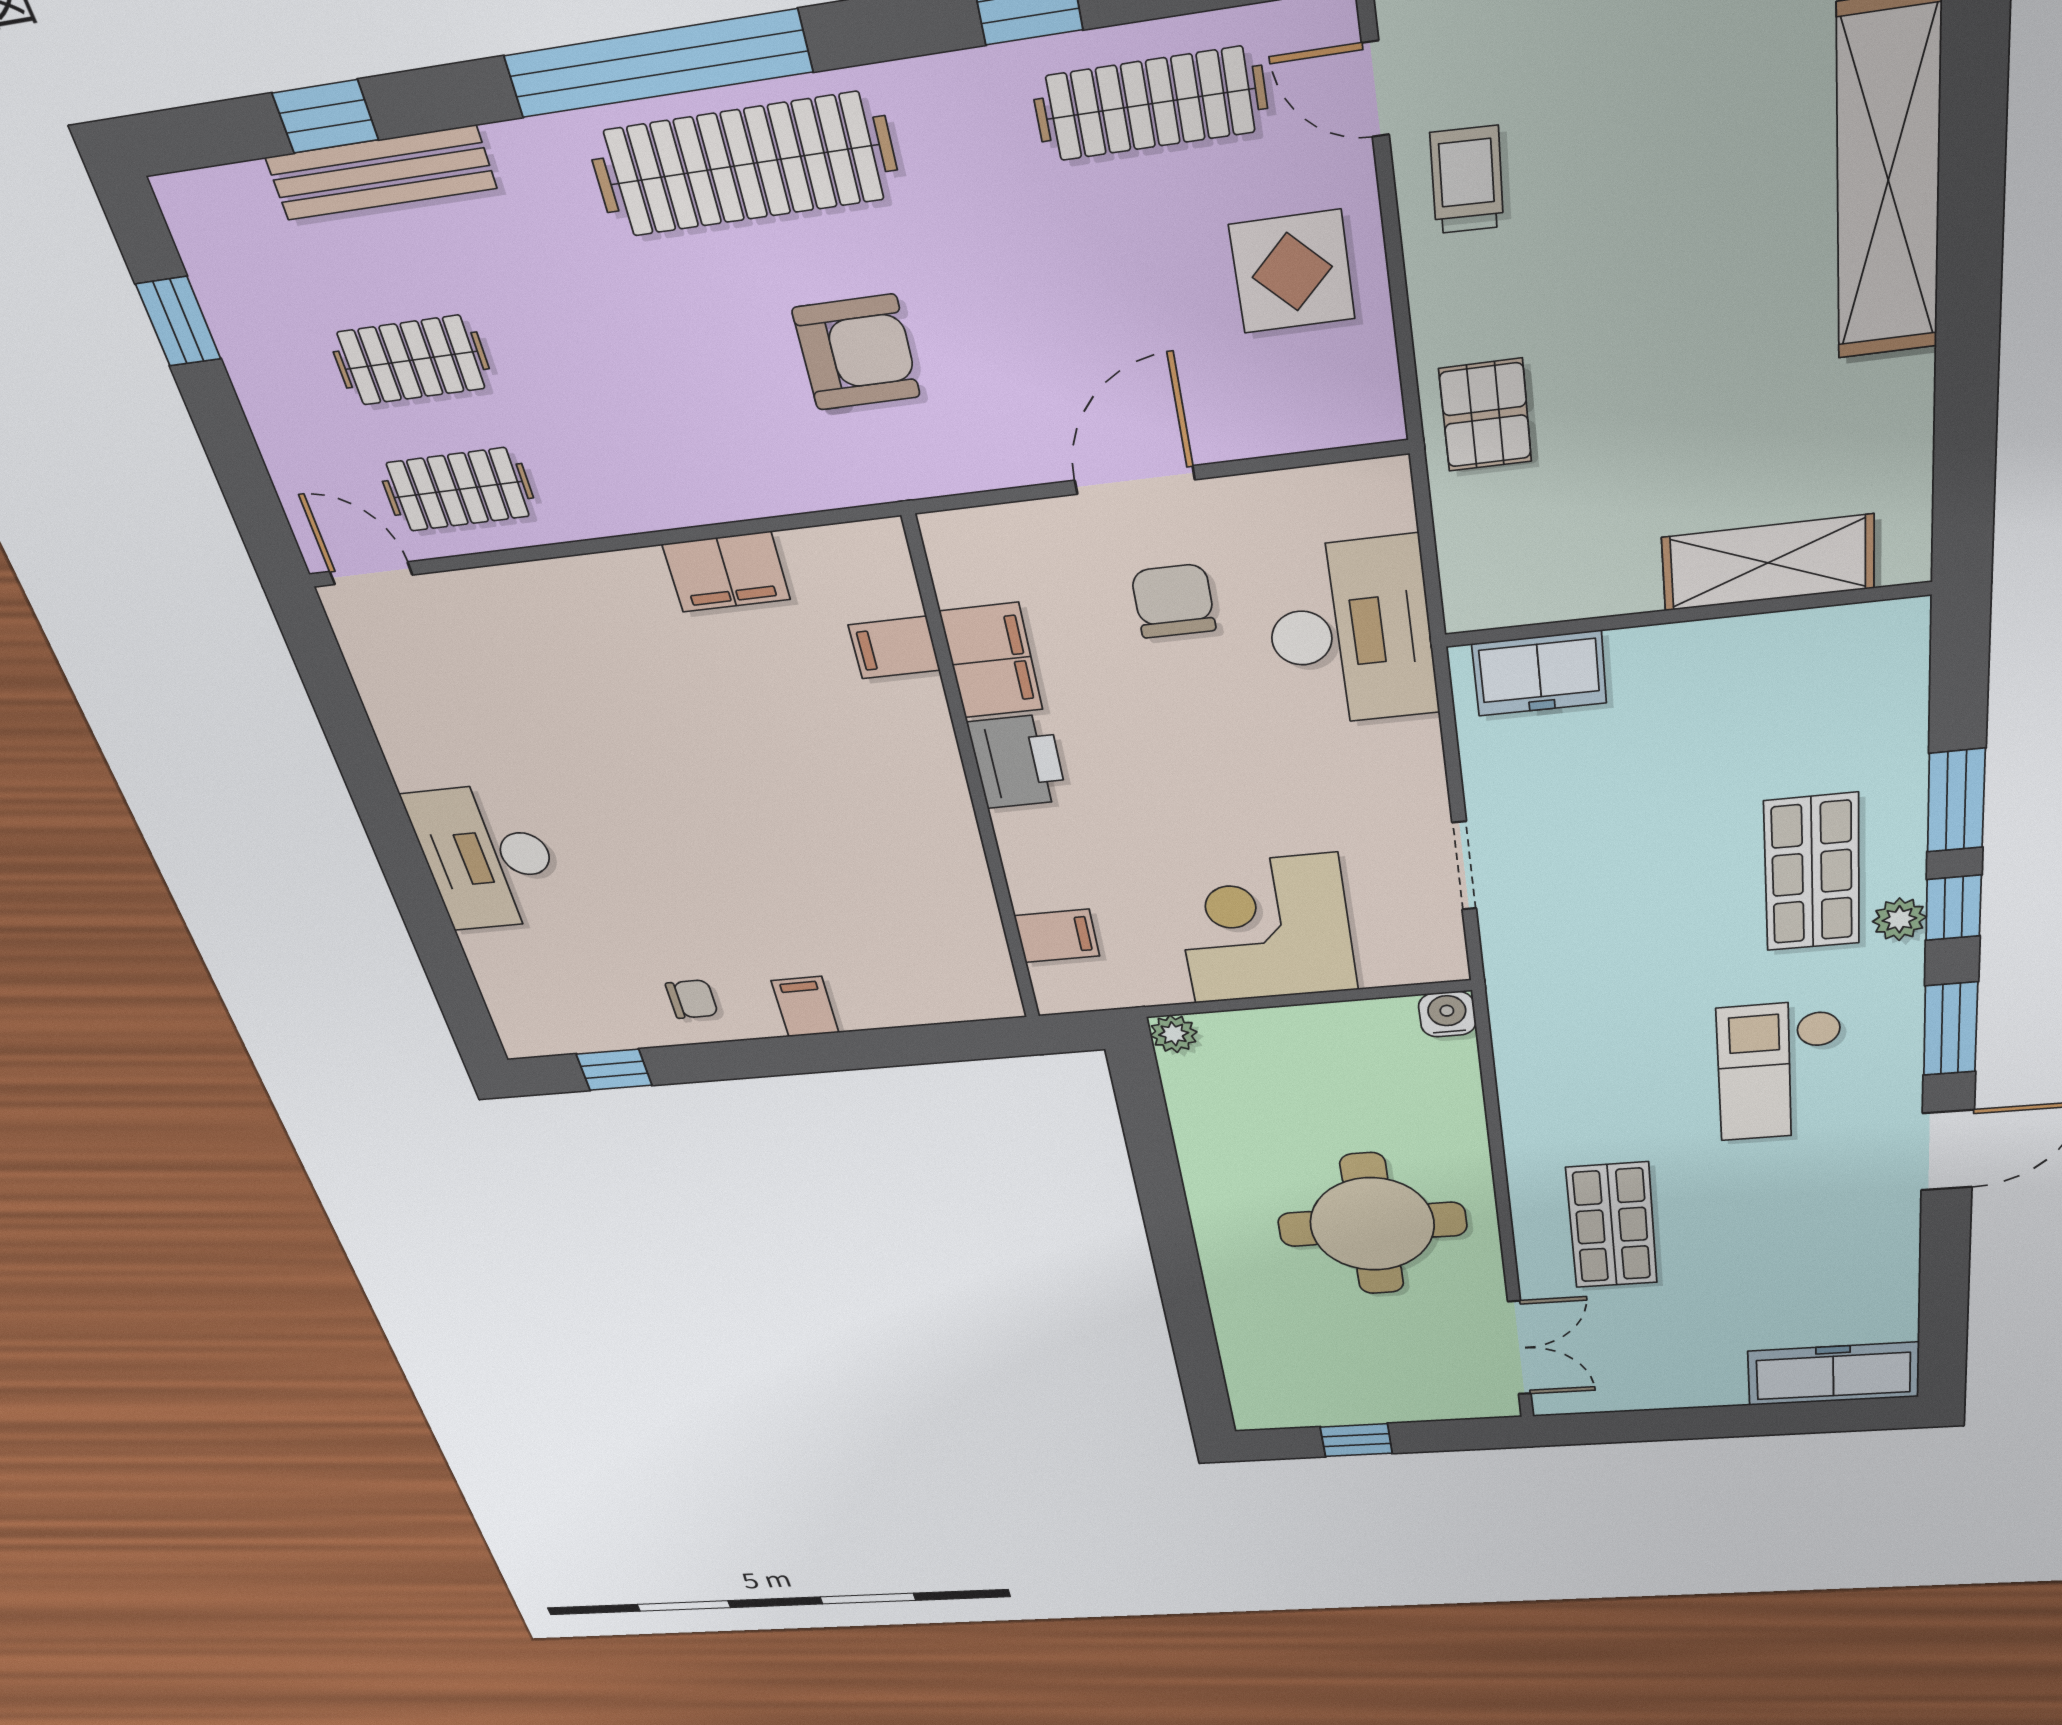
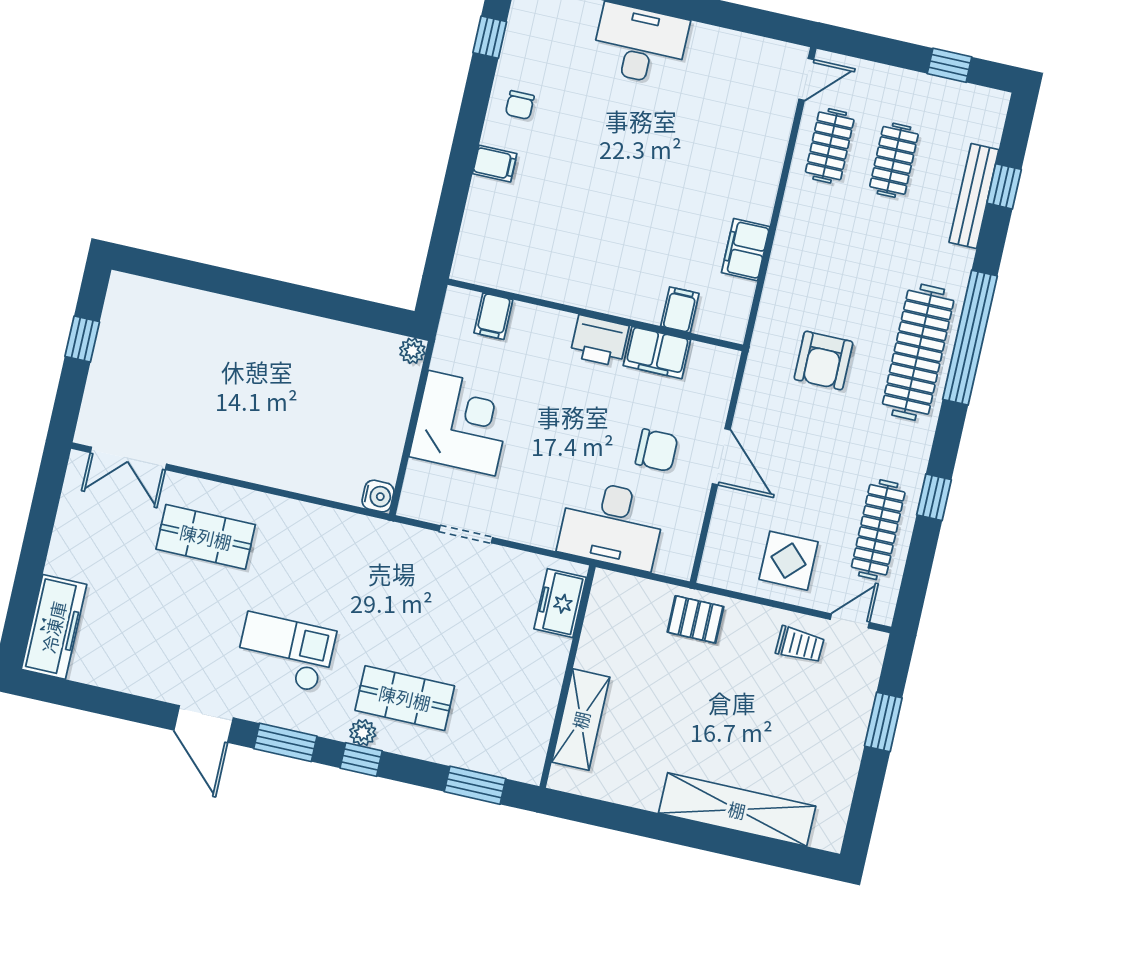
window: (1956, 801) -> (475, 785), moved
round table: (1372, 1224) -> (248, 408), removed

